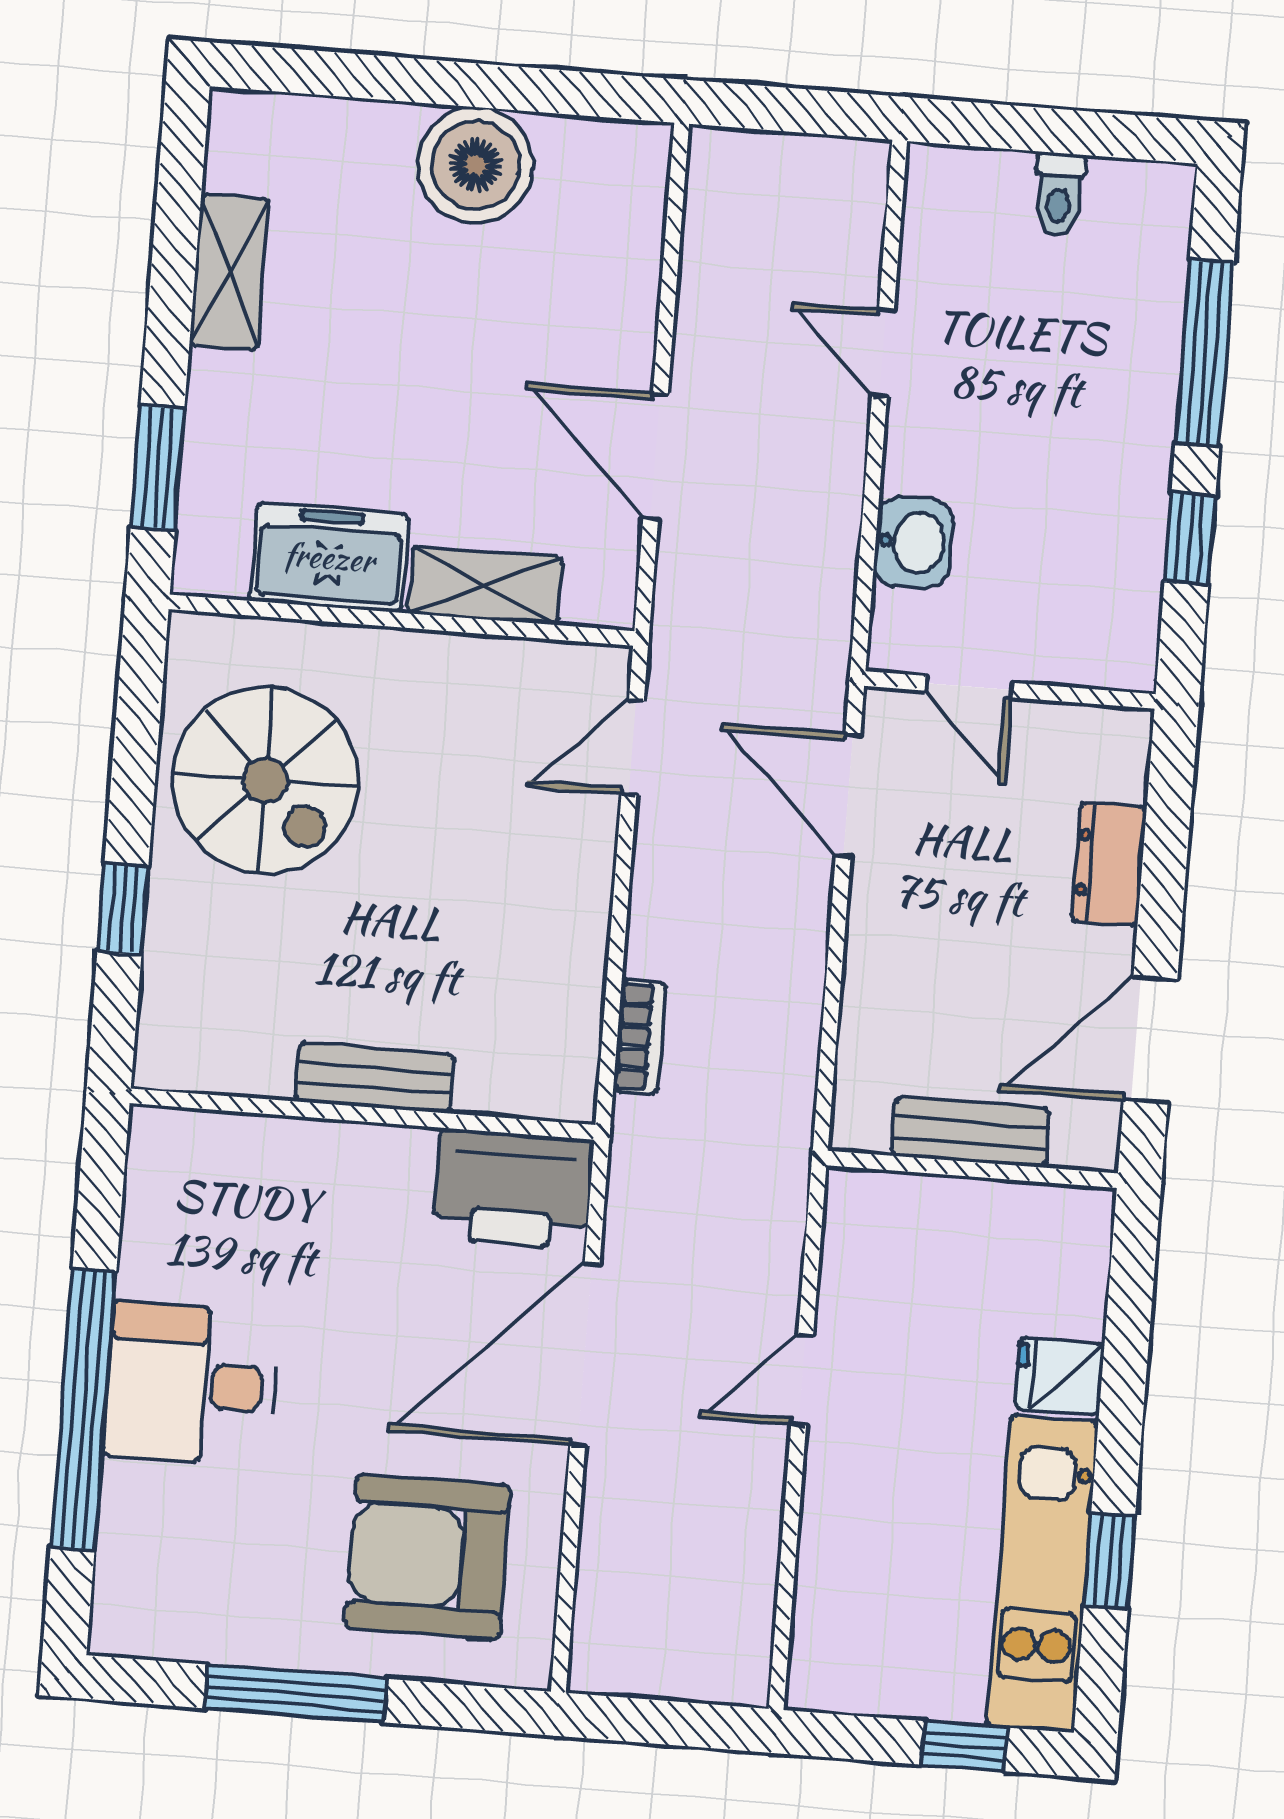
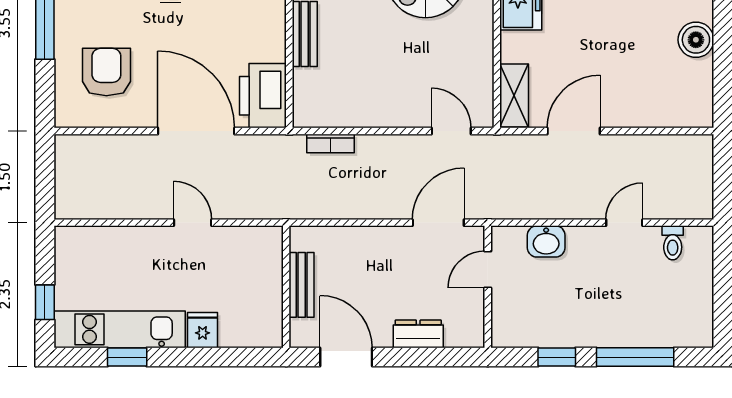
boiler: (476, 165) -> (696, 40), width x0.73, depth x0.73
toilet: (1059, 194) -> (673, 243), moved, turned -90
shelving: (485, 585) -> (514, 95), moved
armchair: (428, 1557) -> (106, 72), width x0.73, depth x0.73

